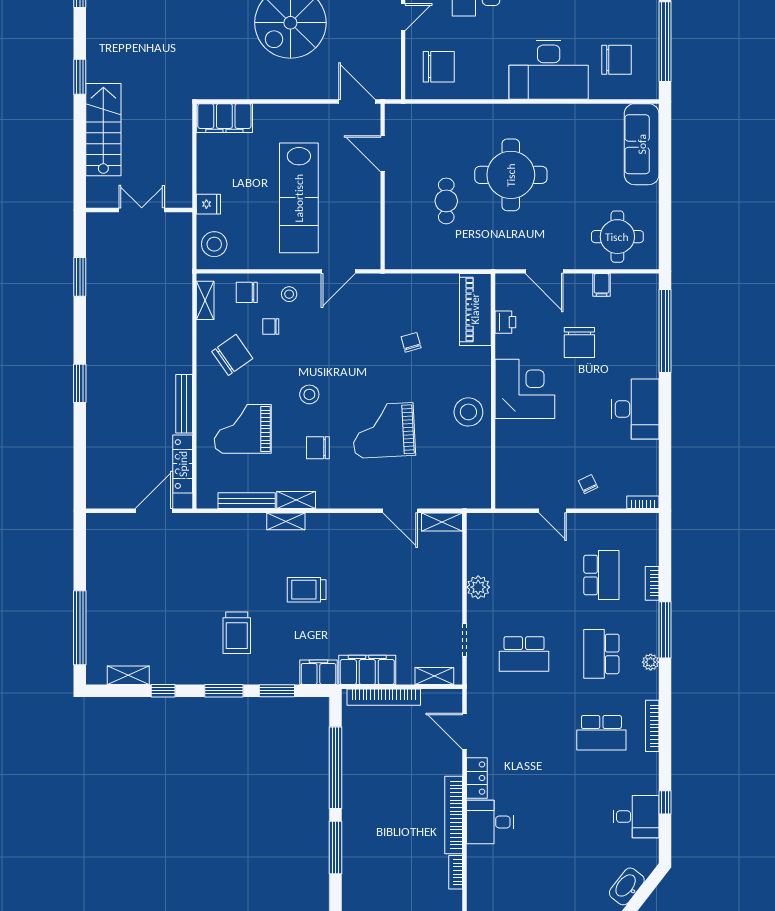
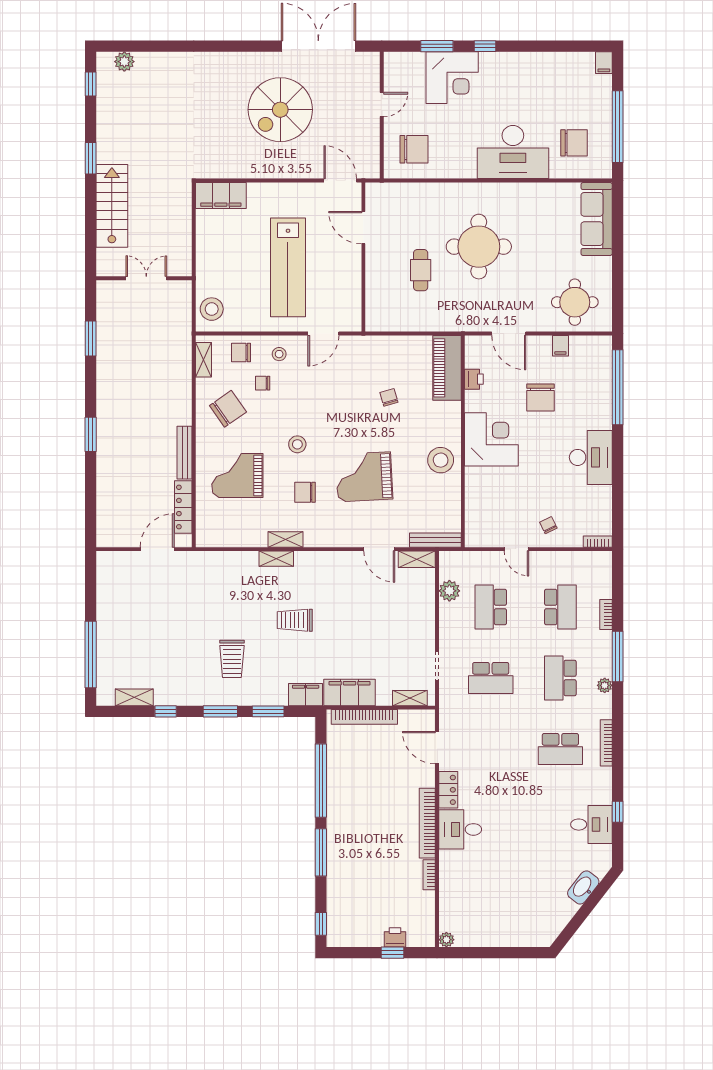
fridge: (208, 204) -> (206, 273), removed
bench: (247, 501) -> (435, 540), moved
school desk: (524, 575) -> (491, 607), added
plant: (478, 587) -> (449, 591), moved

